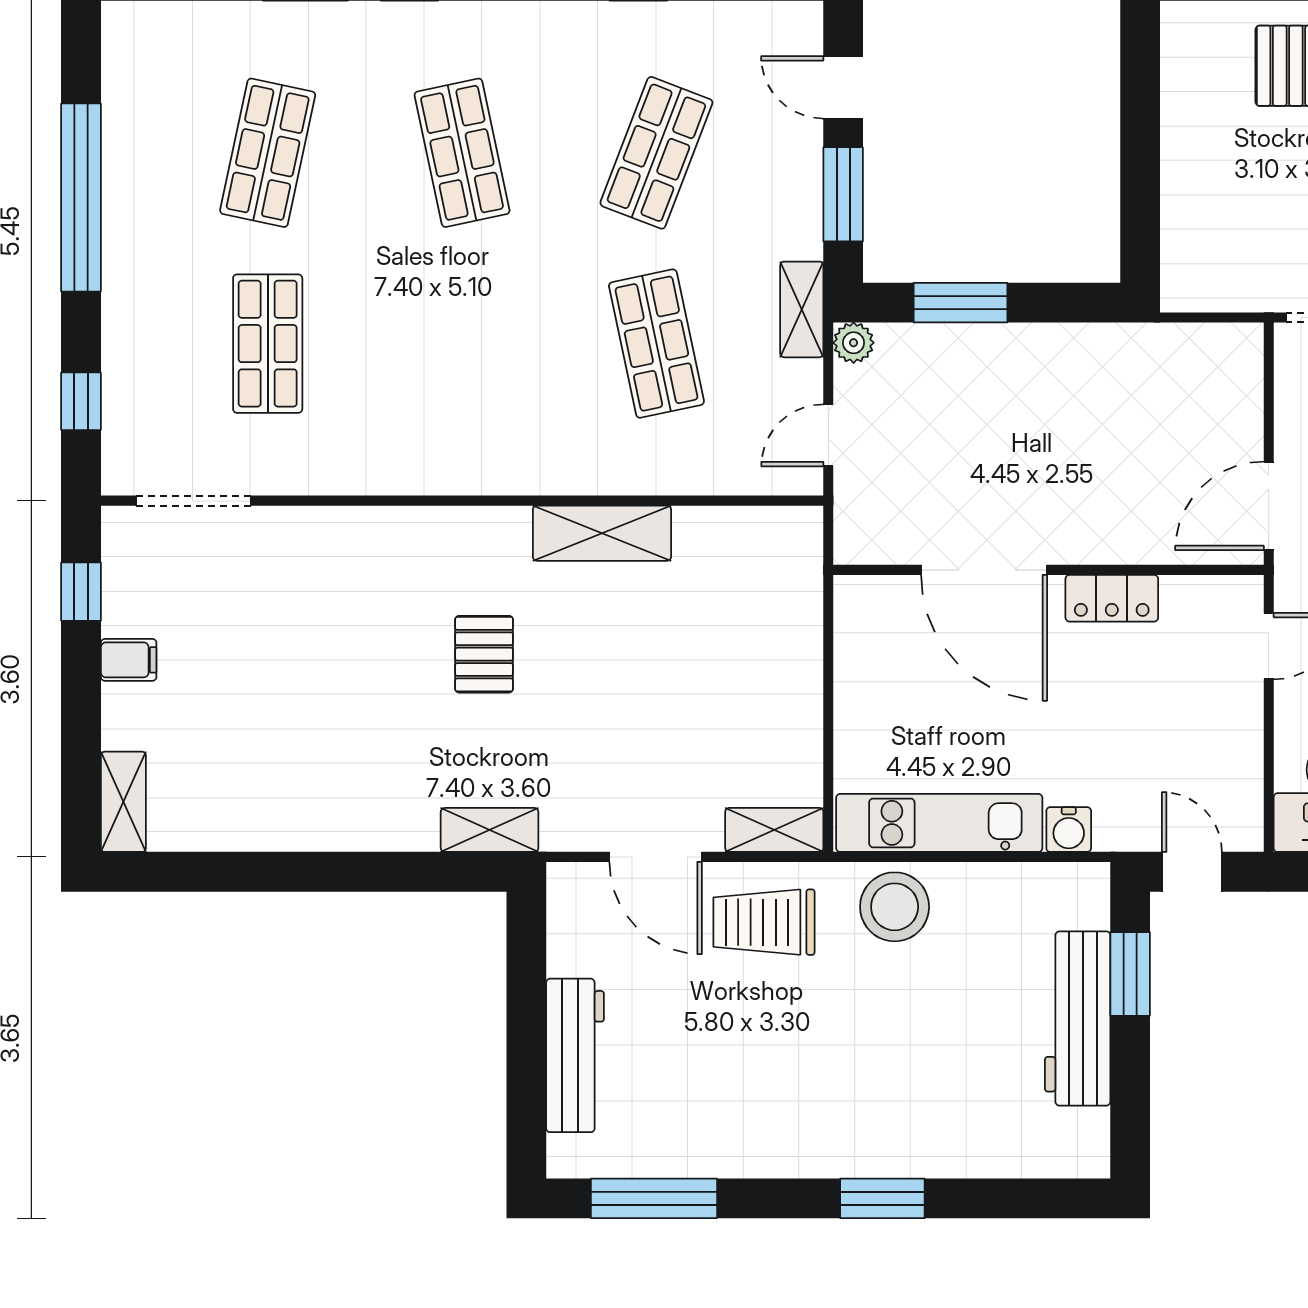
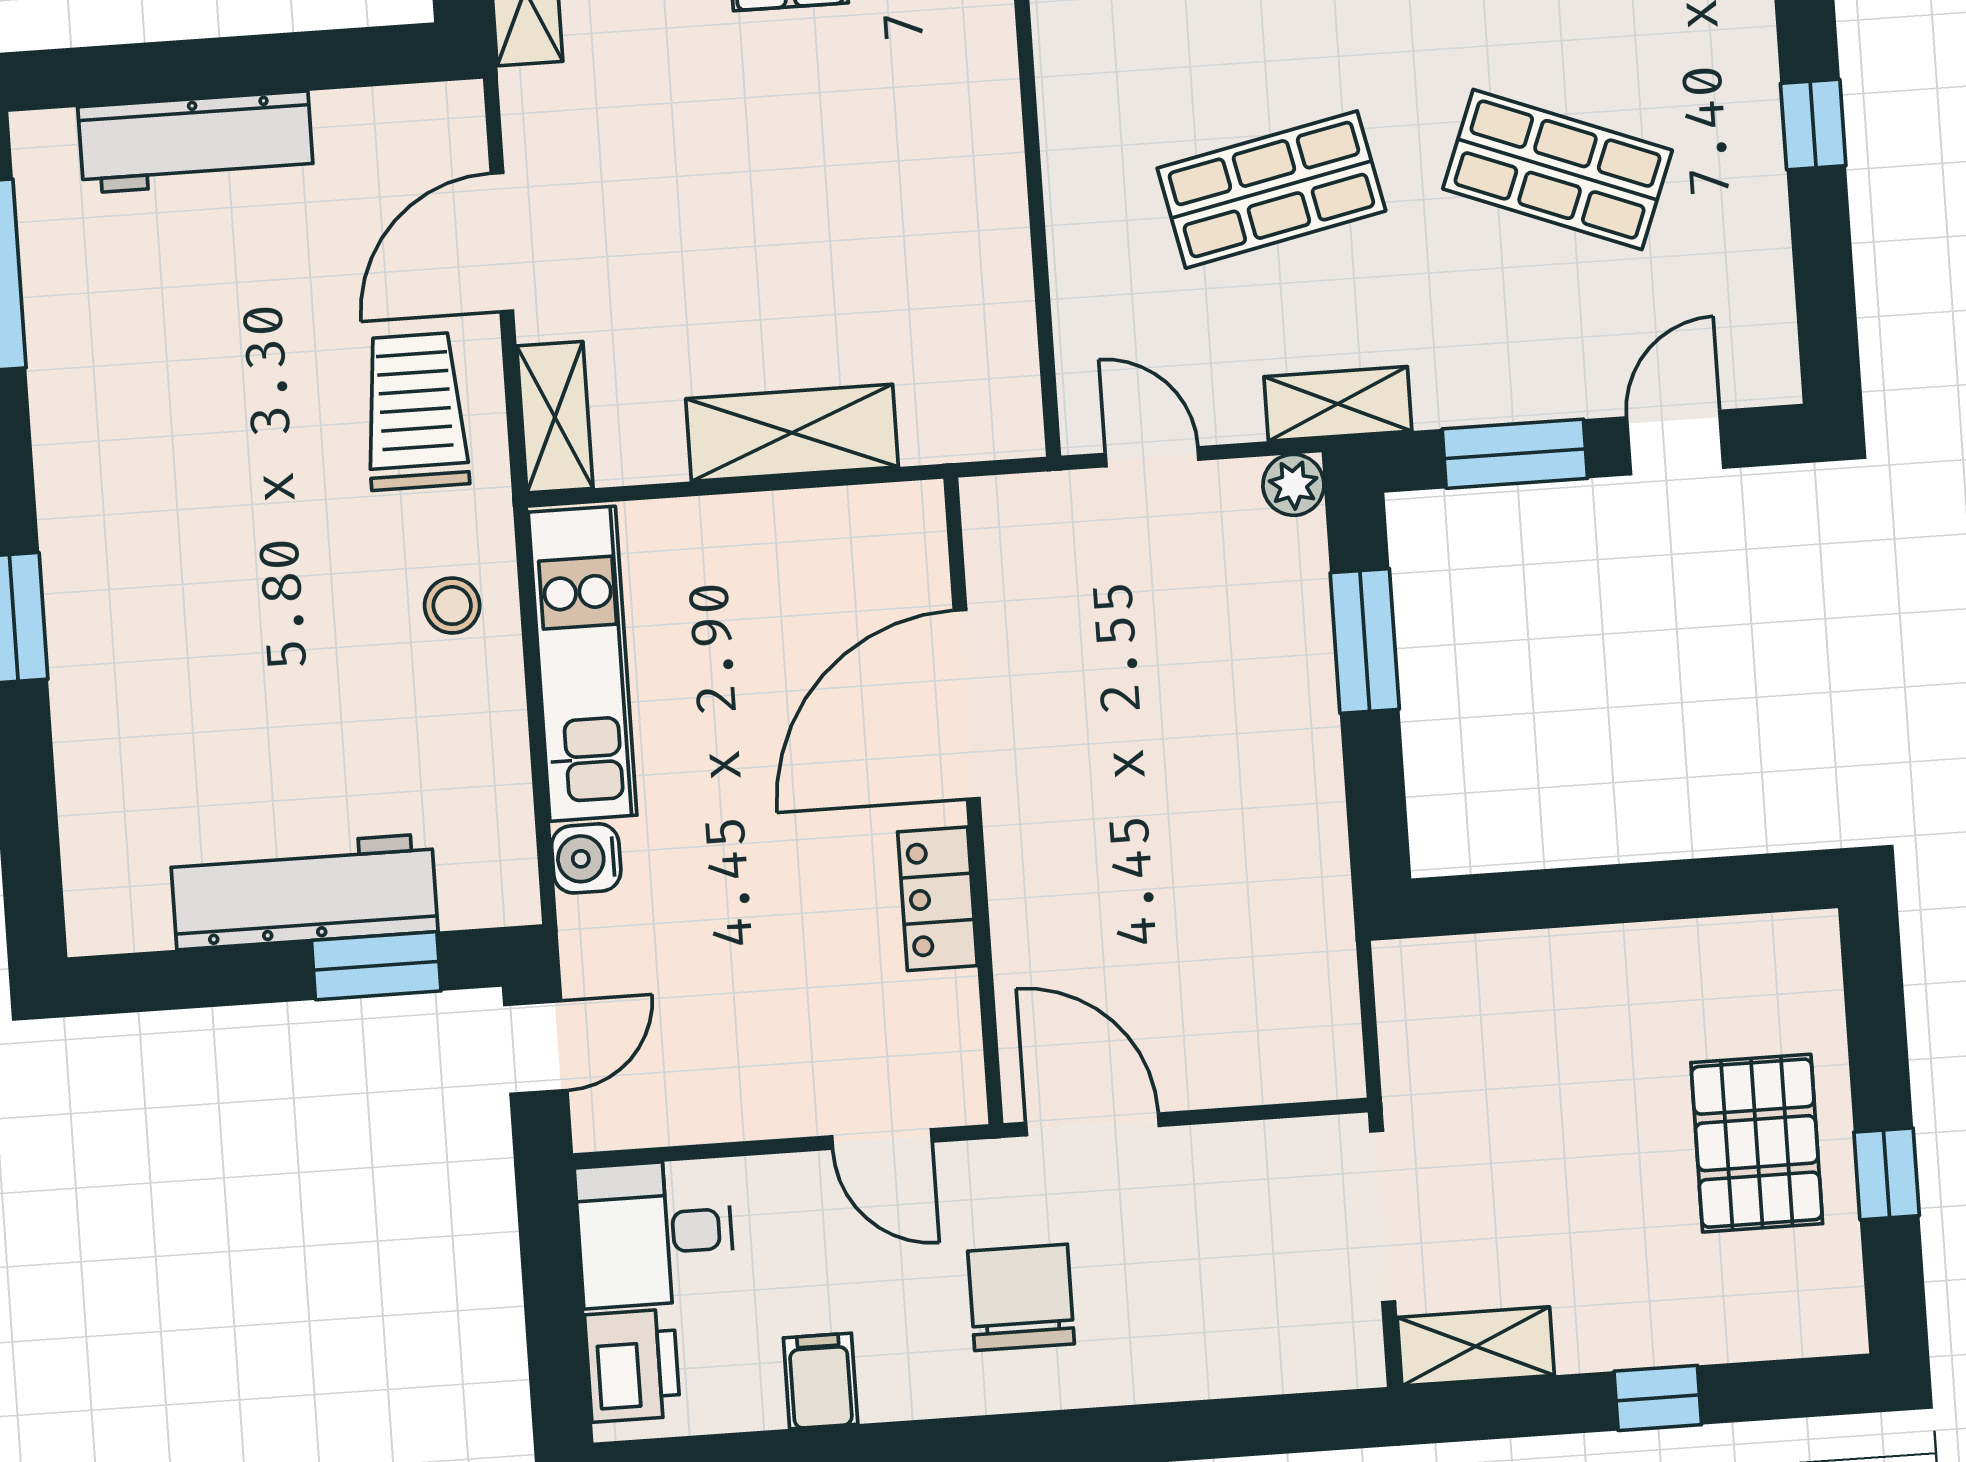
shelving: (602, 533) -> (792, 433), moved, turned 90
stool: (895, 907) -> (452, 606), width x0.53, depth x0.53

